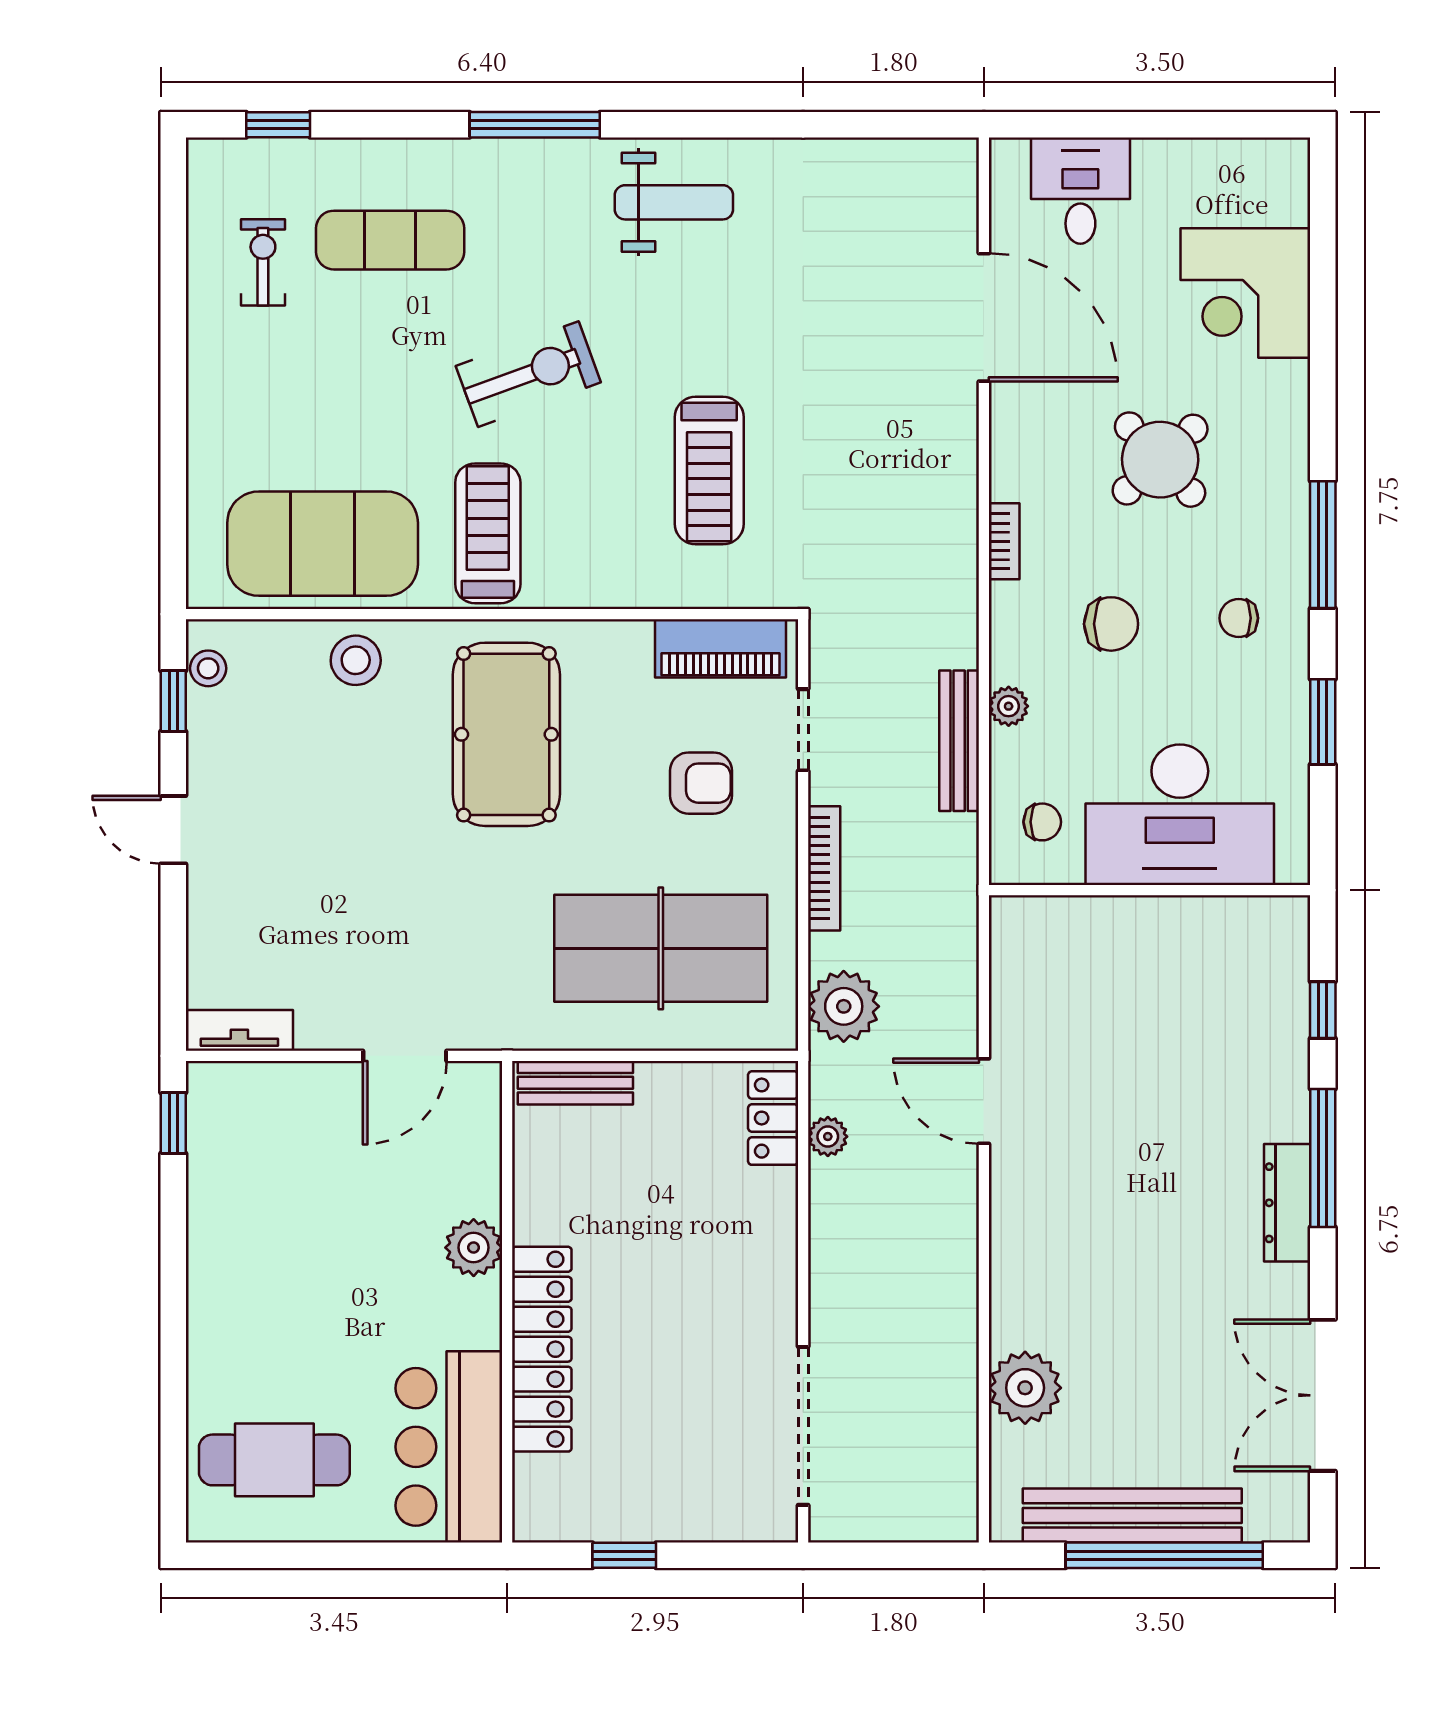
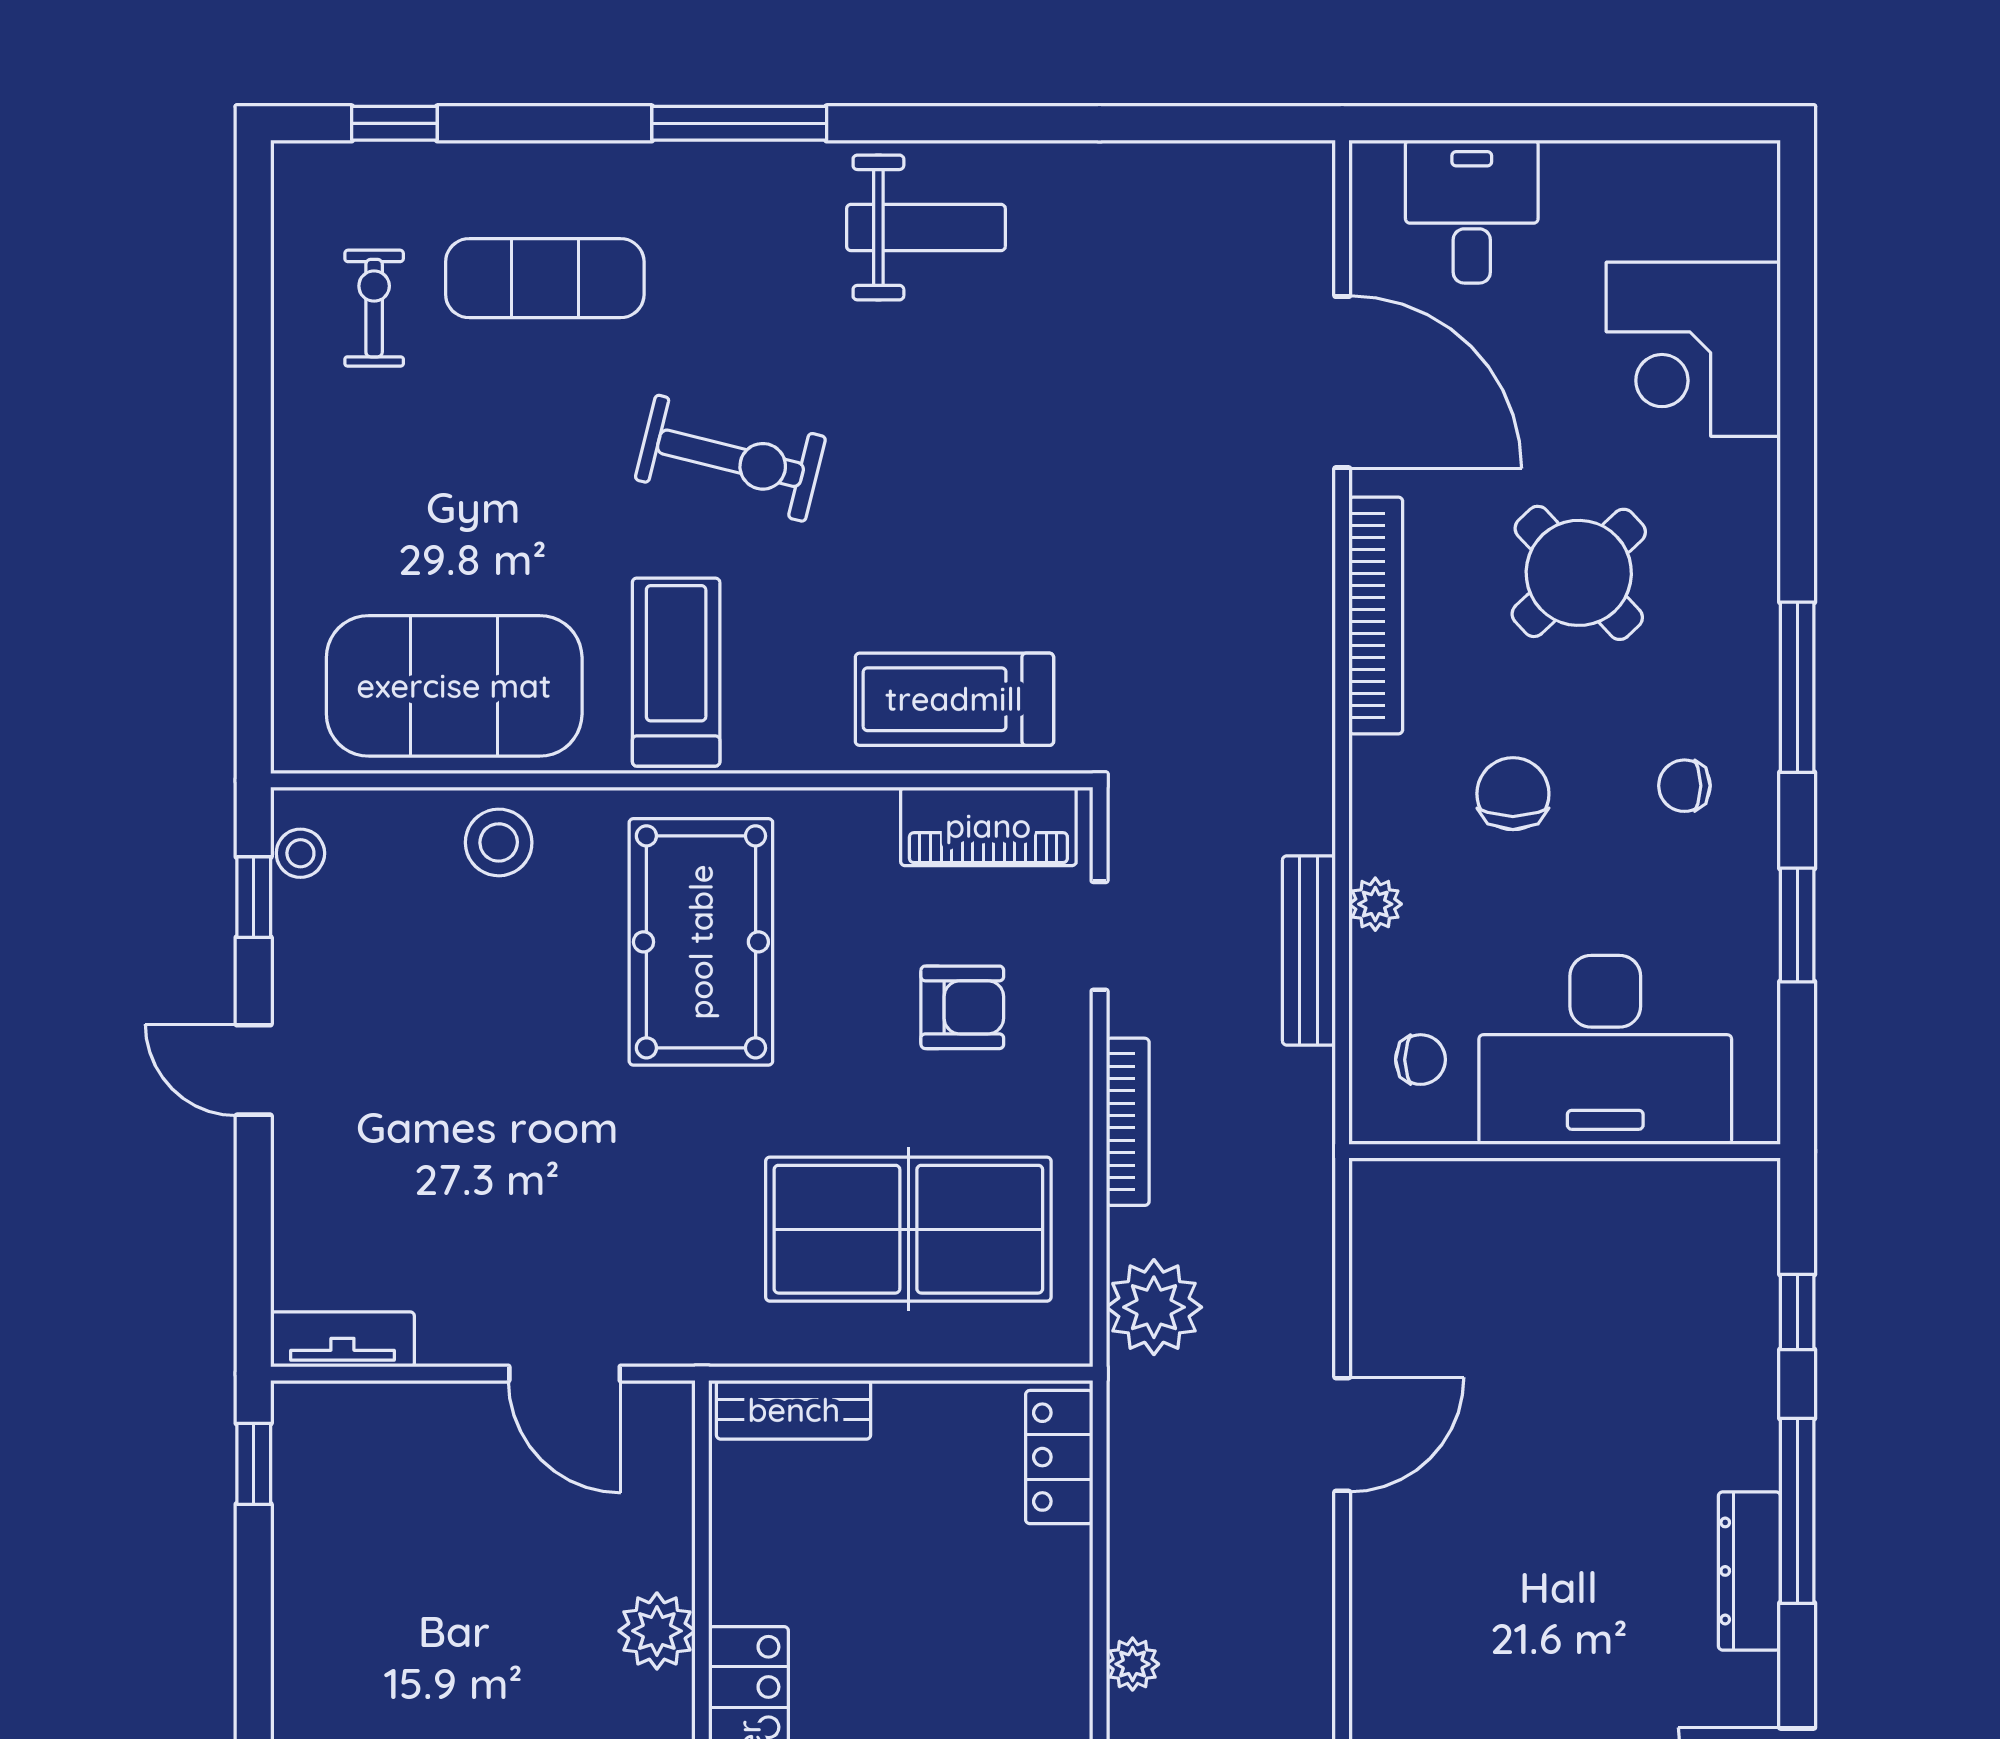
exercise bike: (528, 374) -> (730, 458), turned 34
treadmill: (709, 471) -> (954, 699), moved, turned 90
bookcase: (1004, 541) -> (1376, 616), width x2.31, depth x1.31
chair: (1111, 624) -> (1513, 794), turned -90
door: (405, 1056) -> (565, 1374), hinge flipped
door: (984, 1101) -> (1342, 1434), swing flipped
plant: (828, 1137) -> (1133, 1664), moved

